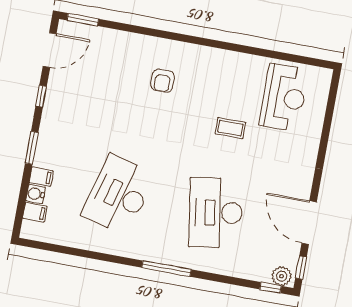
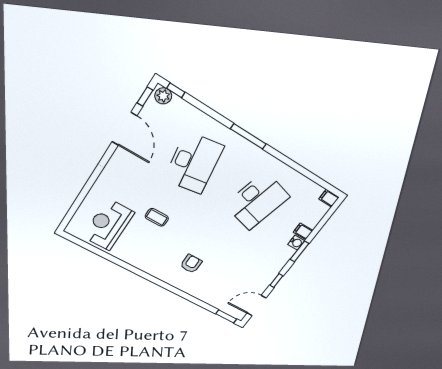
water cooler: (36, 194) -> (296, 243), moved
filing cabinet: (35, 212) -> (329, 198), moved

